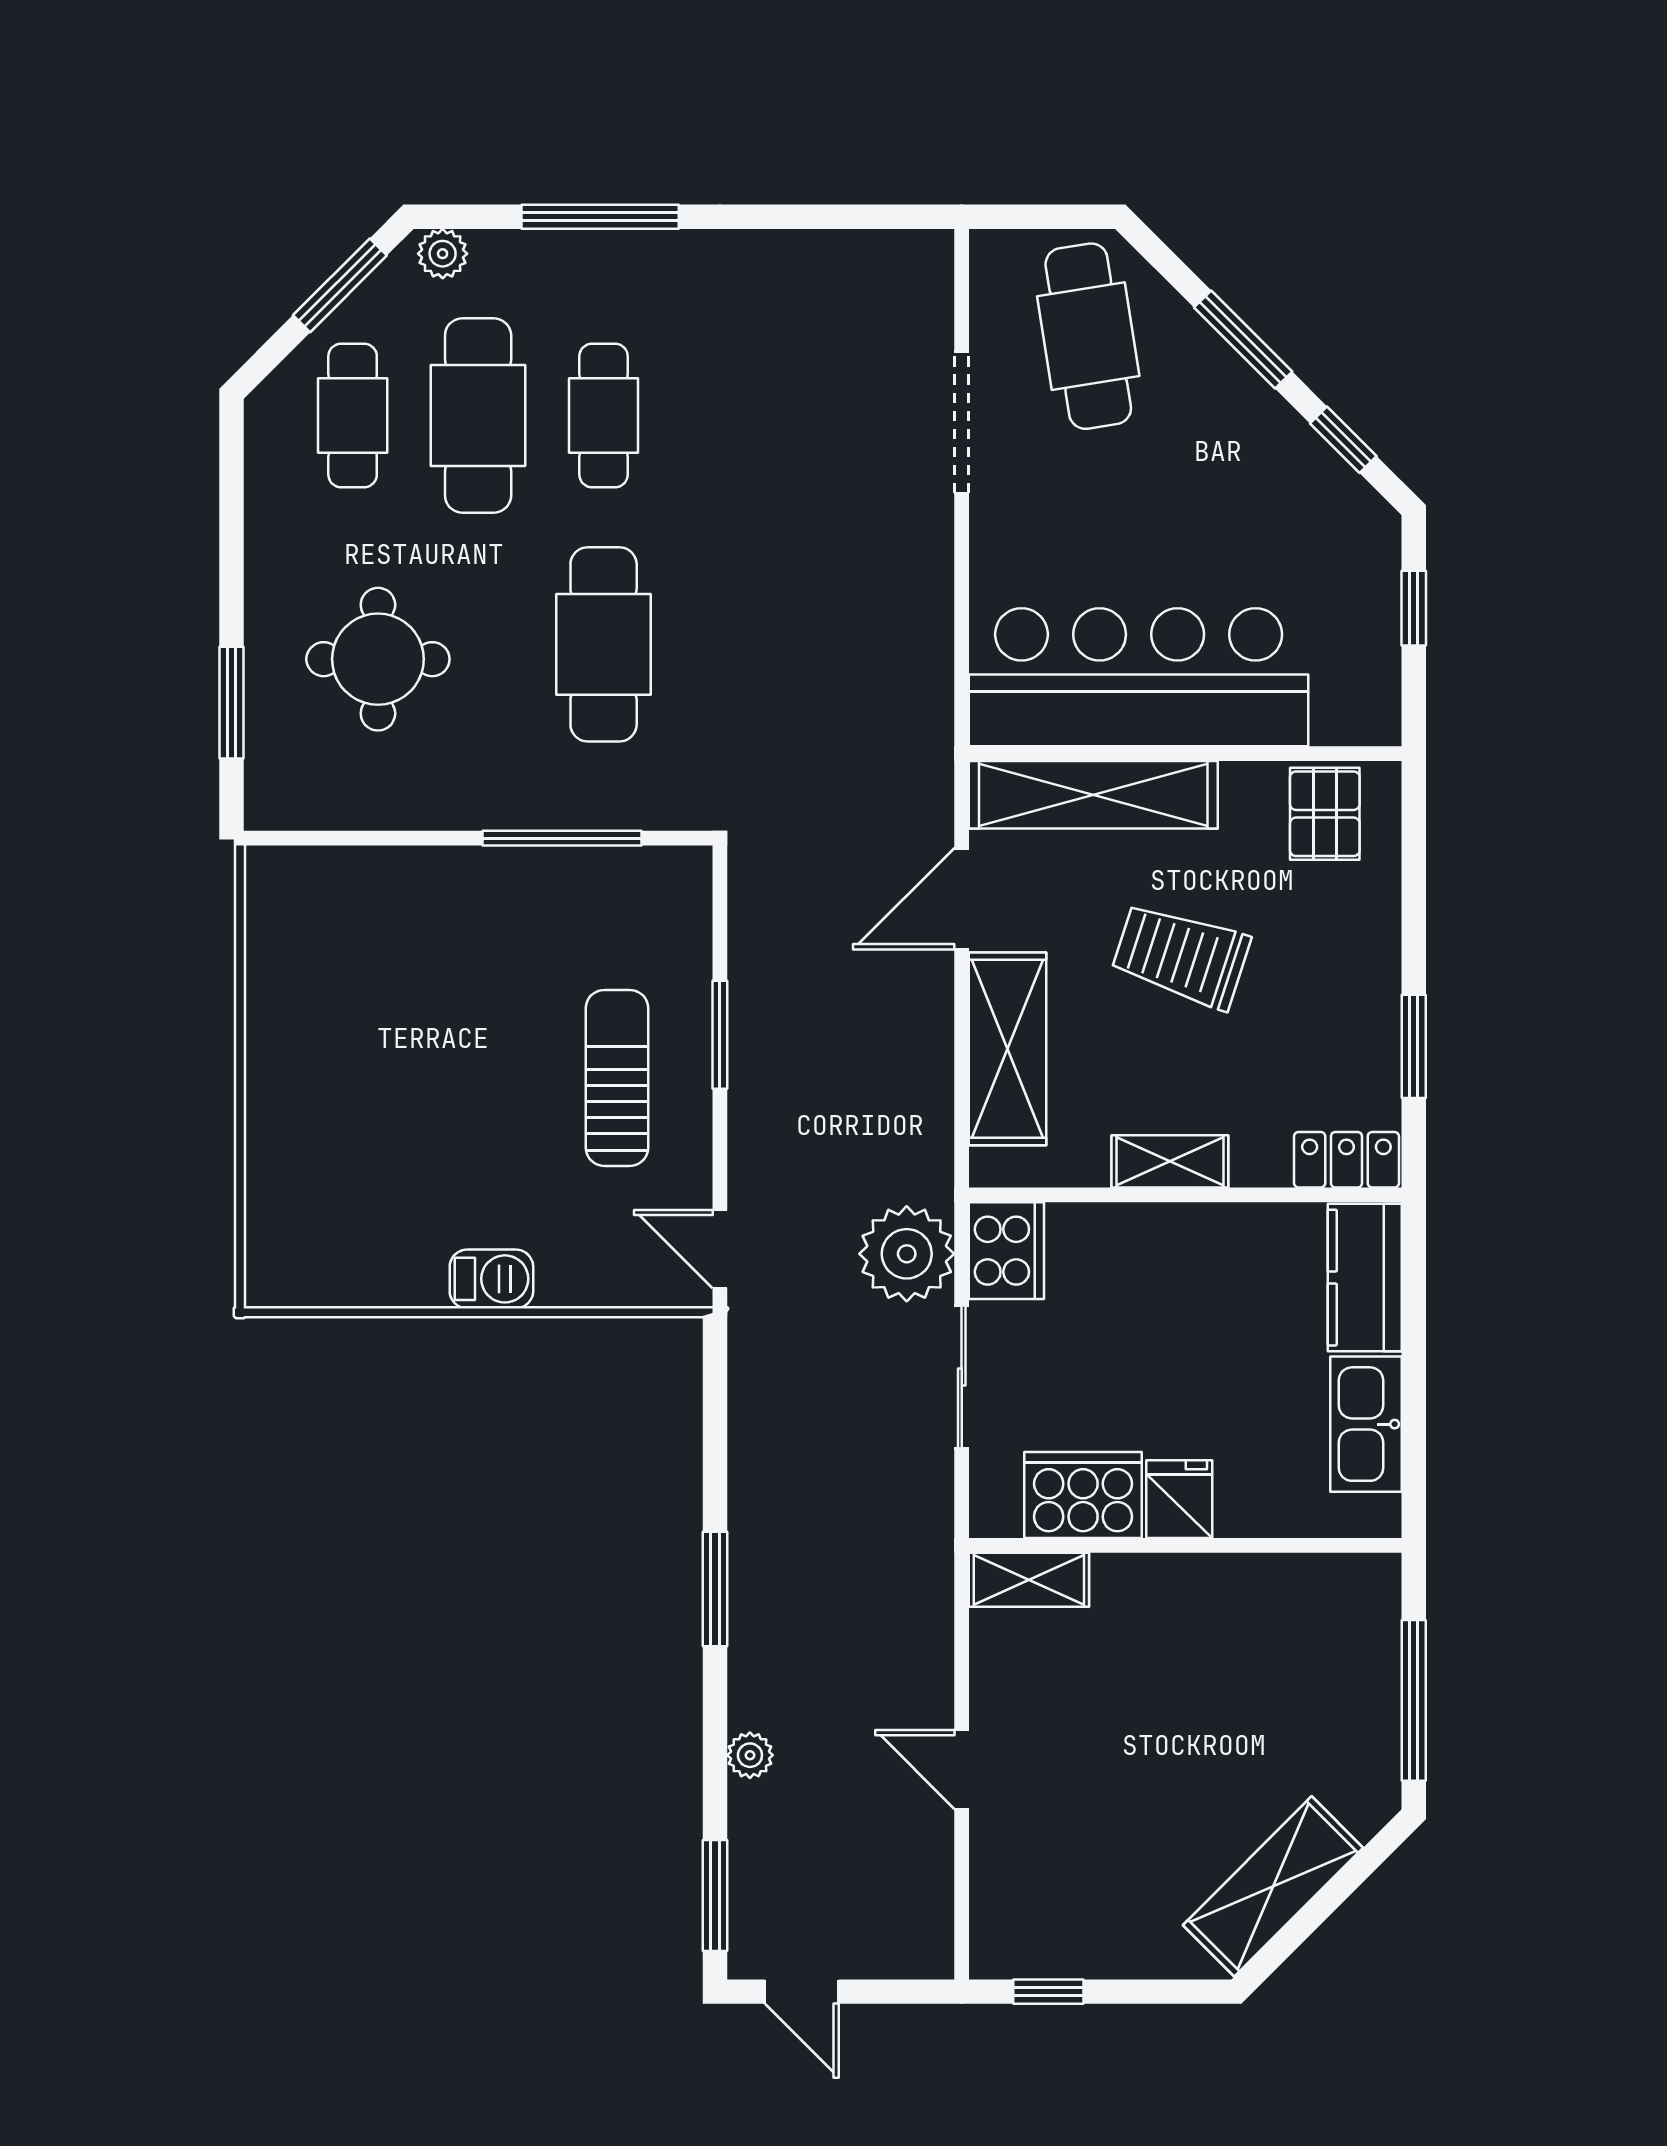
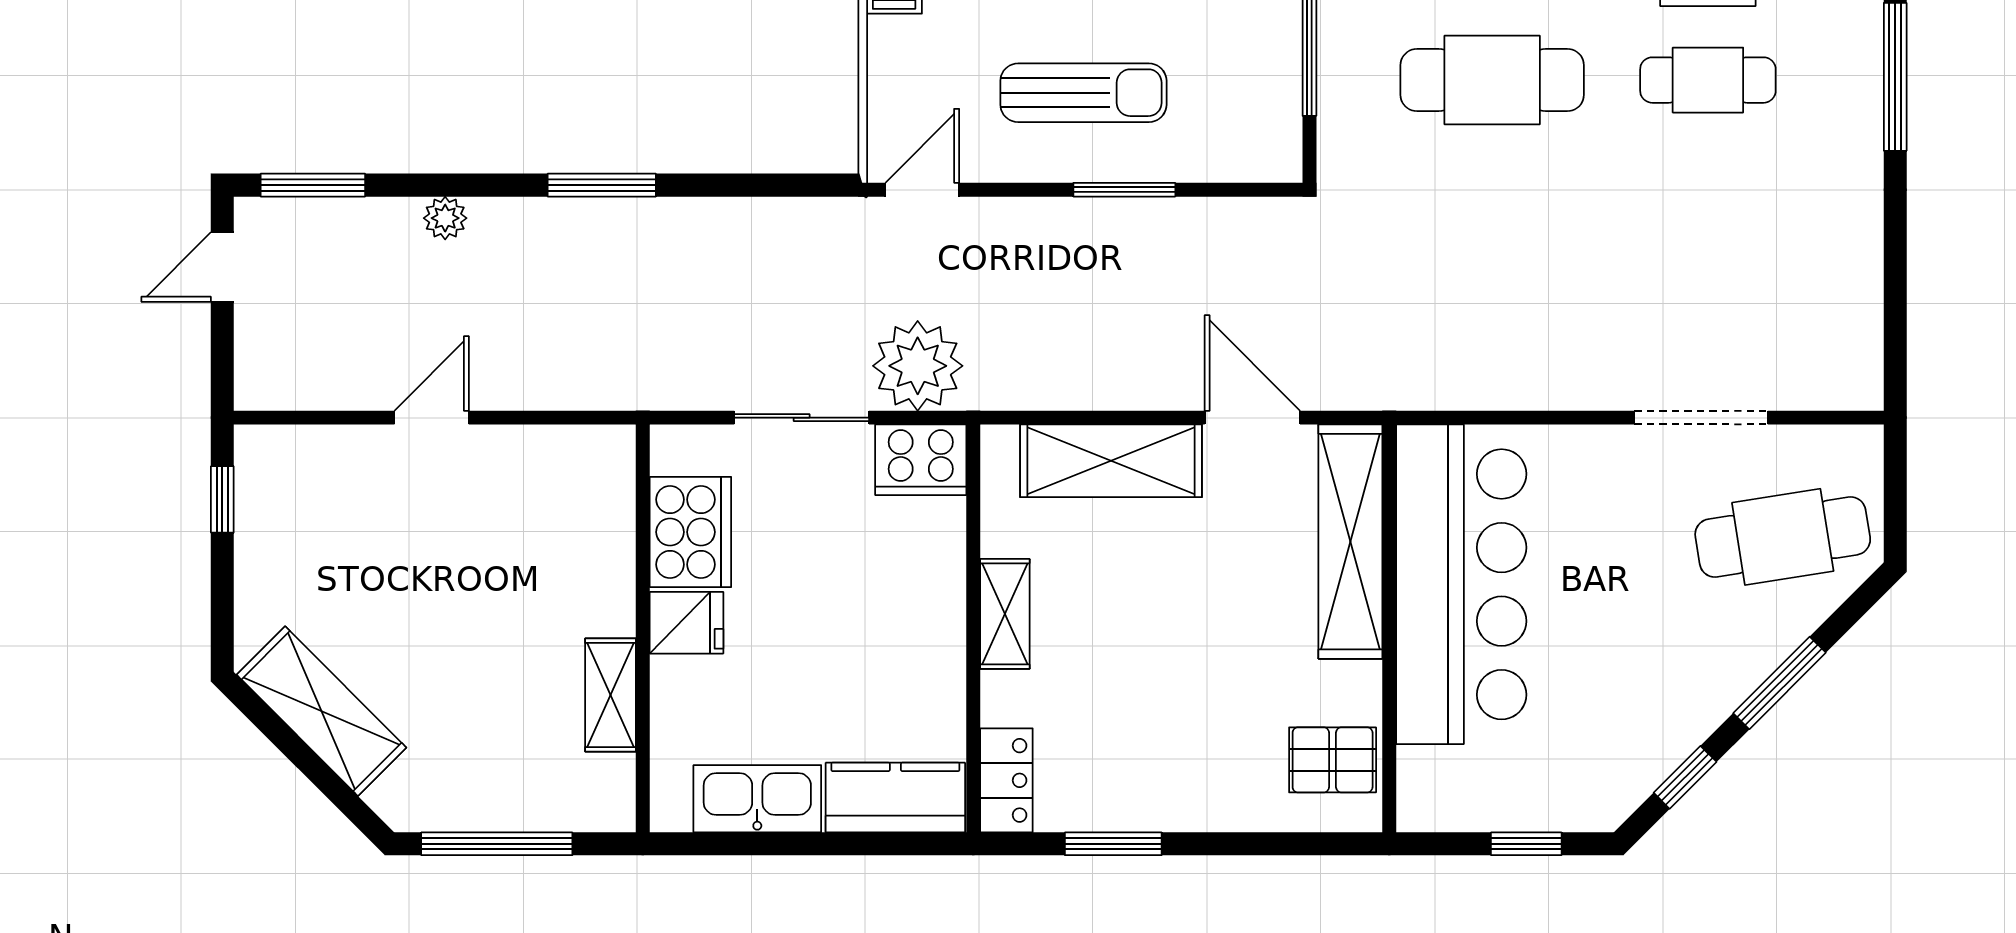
trolley: (1181, 956) -> (1199, 624), removed
shelving: (1029, 1580) -> (611, 695), moved

